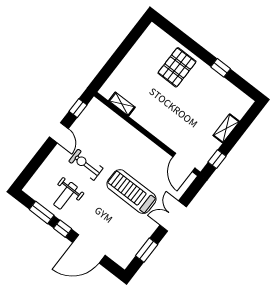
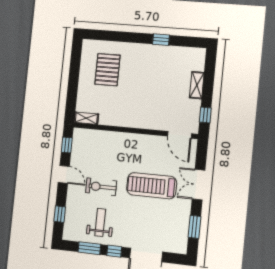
pallet: (177, 67) -> (107, 70), moved
shelving: (122, 104) -> (86, 118), moved
window: (33, 166) -> (60, 214), added
weight bench: (66, 196) -> (100, 222), turned 180

